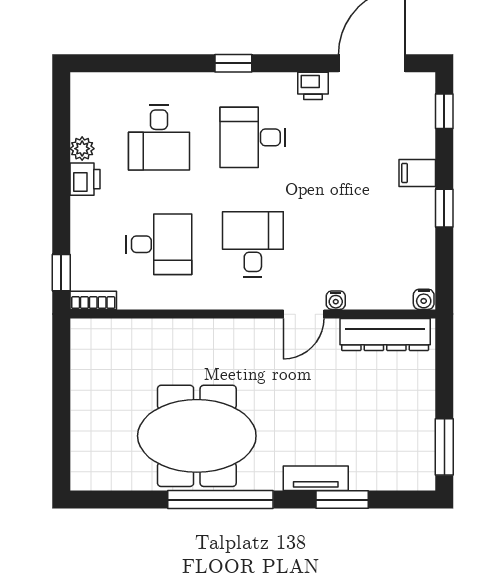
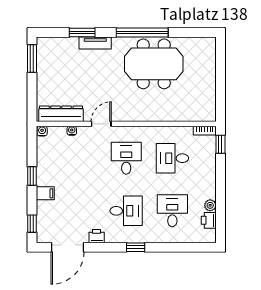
printer: (85, 179) -> (209, 220), moved
desk: (253, 244) -> (126, 158), turned 180
water cooler: (336, 300) -> (72, 131), moved

